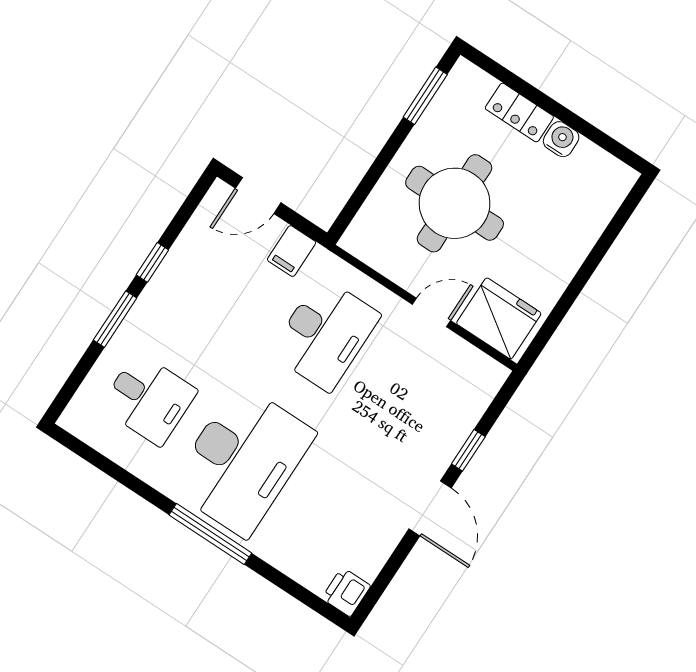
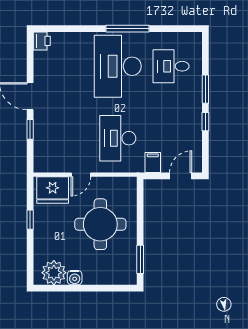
locker: (519, 113) -> (98, 277), removed
plant: (592, 172) -> (54, 273), added
window: (572, 292) -> (30, 220), added
window: (210, 534) -> (127, 29), moved

